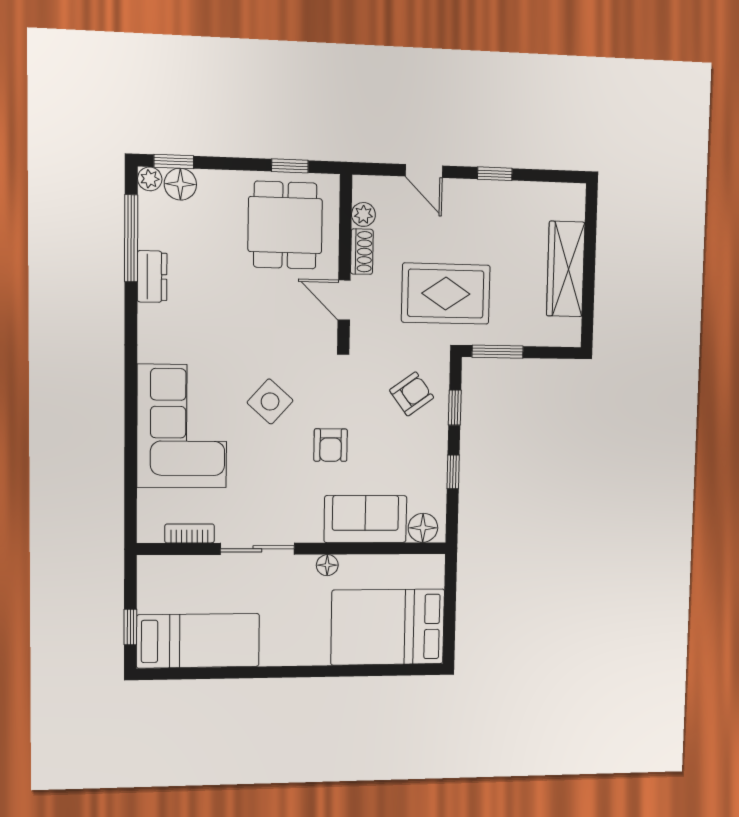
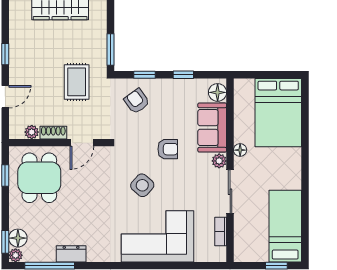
dining table: (285, 225) -> (39, 178), turned 90
rug: (446, 294) -> (77, 82), width x0.73, depth x0.70
plant: (310, 531) -> (219, 161), added

